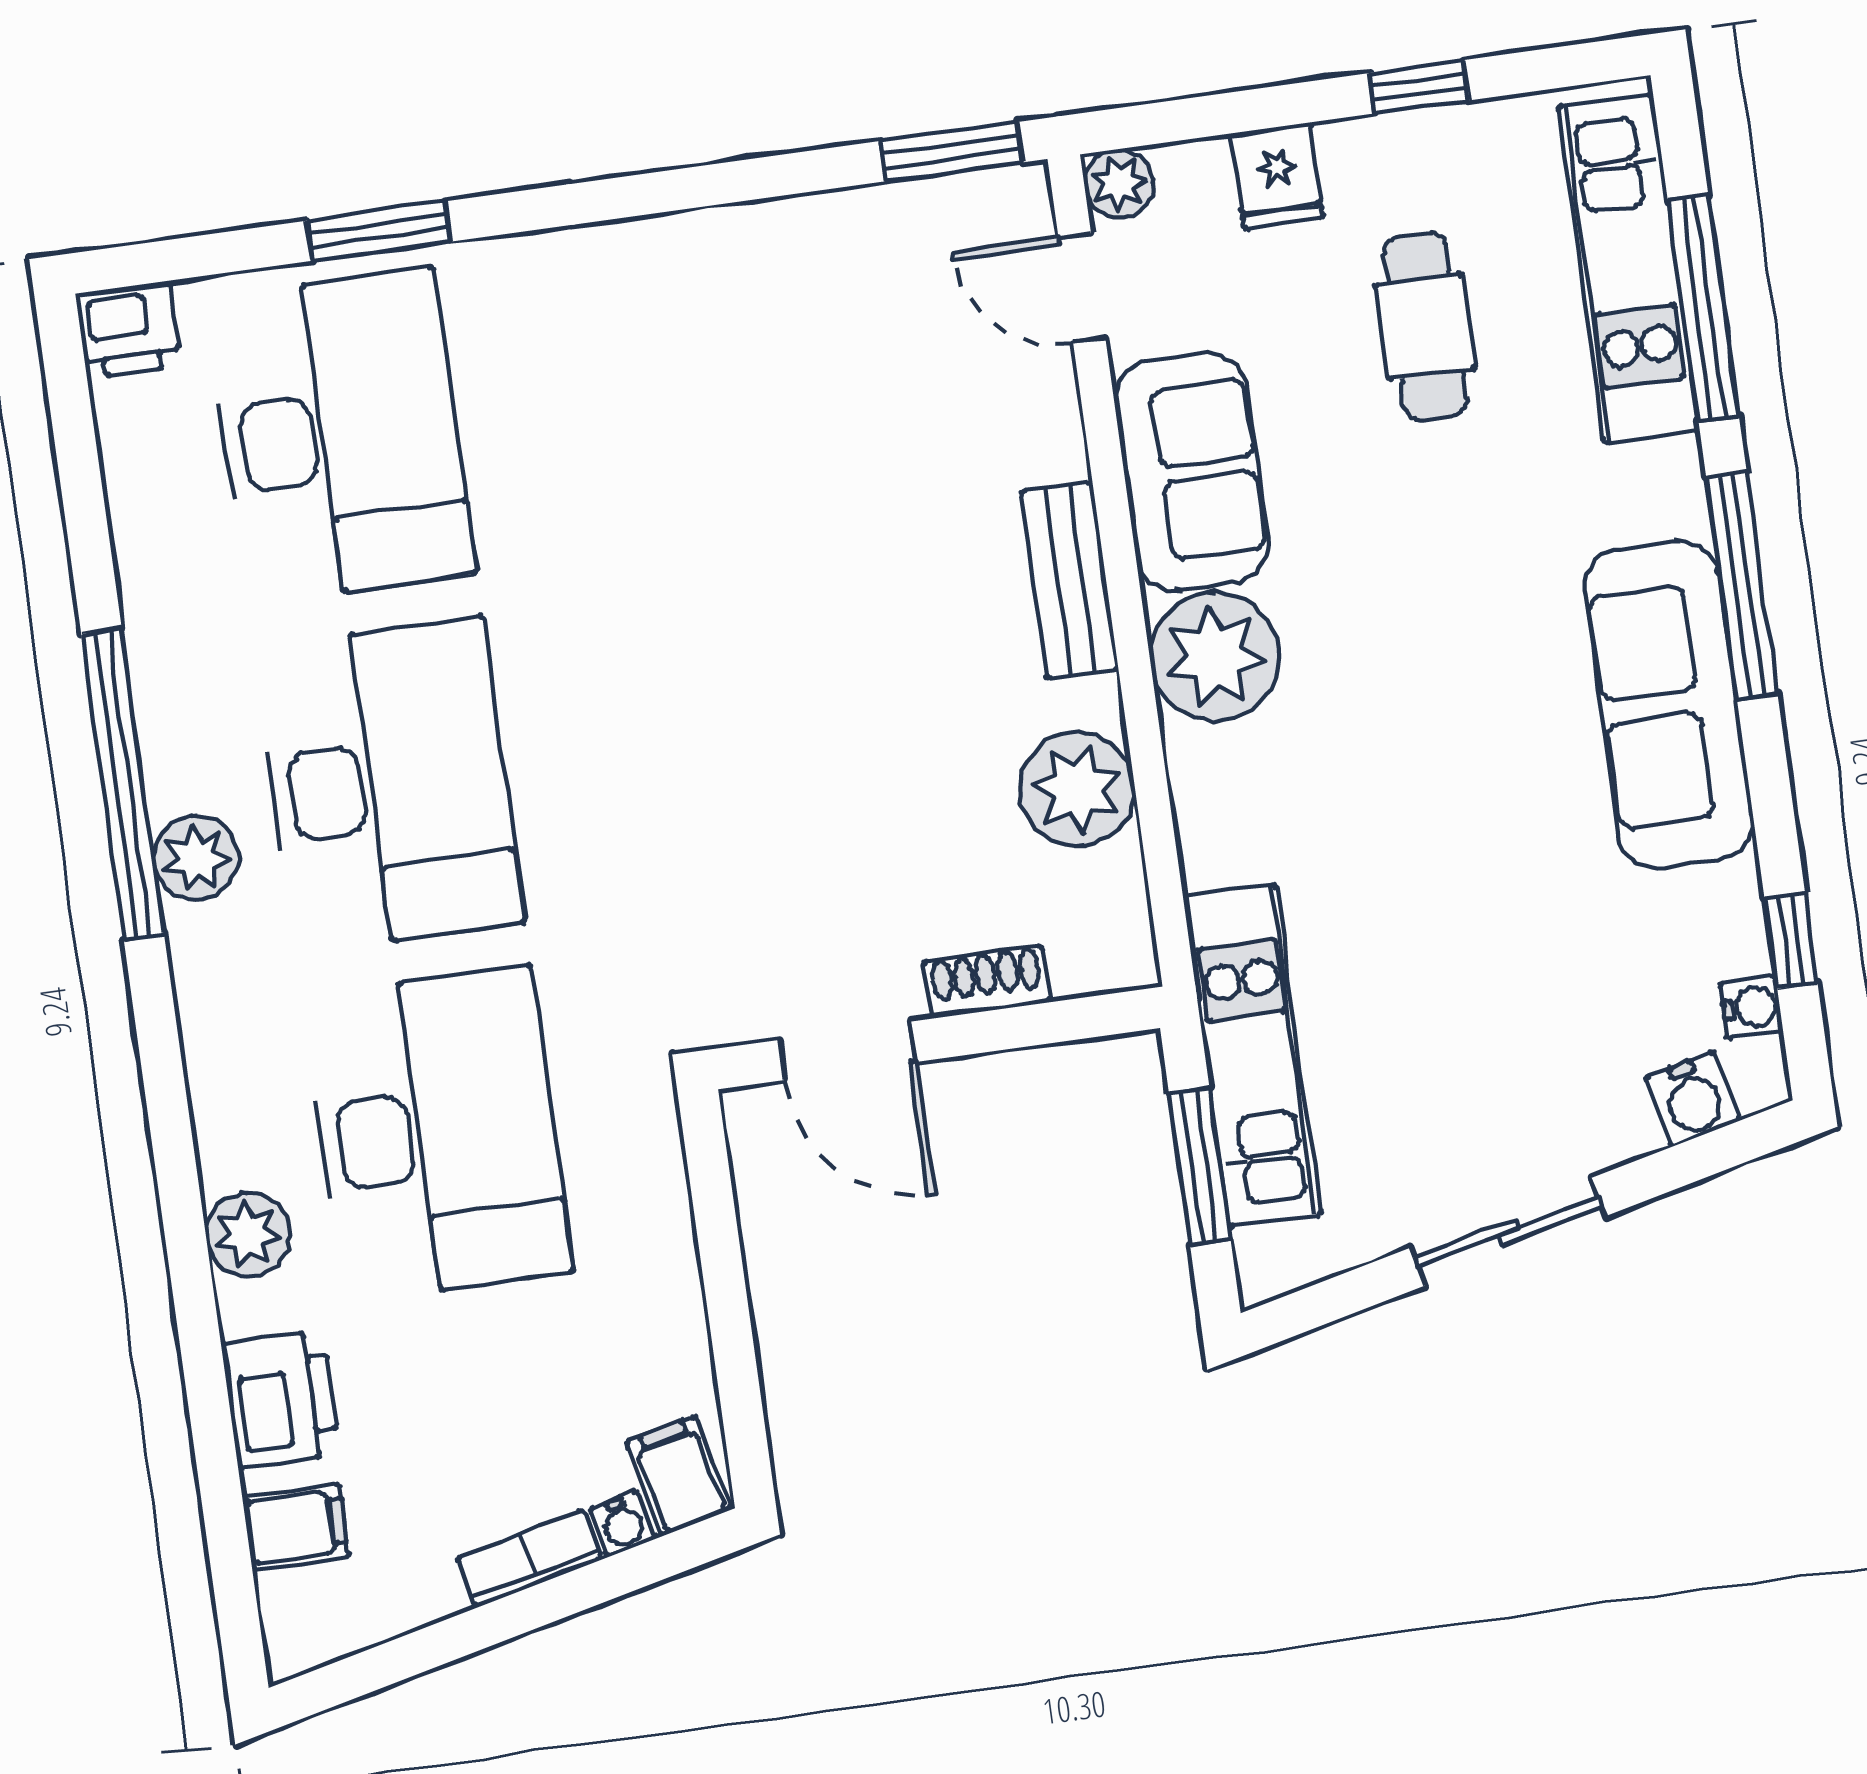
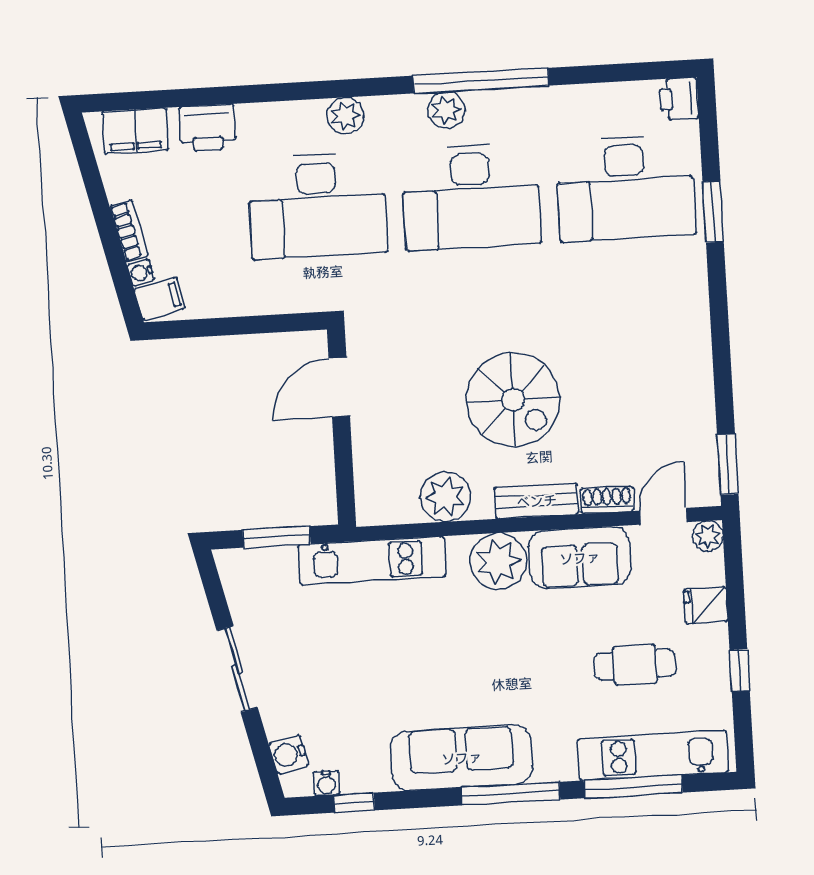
spiral stairs: (844, 653) -> (513, 400), added
shoe rack: (987, 982) -> (607, 500), moved, turned -90
kitchen unit: (1252, 1056) -> (372, 561), moved
plant: (248, 1235) -> (345, 116), moved
filing cabinet: (296, 1527) -> (135, 131), width x2.00

